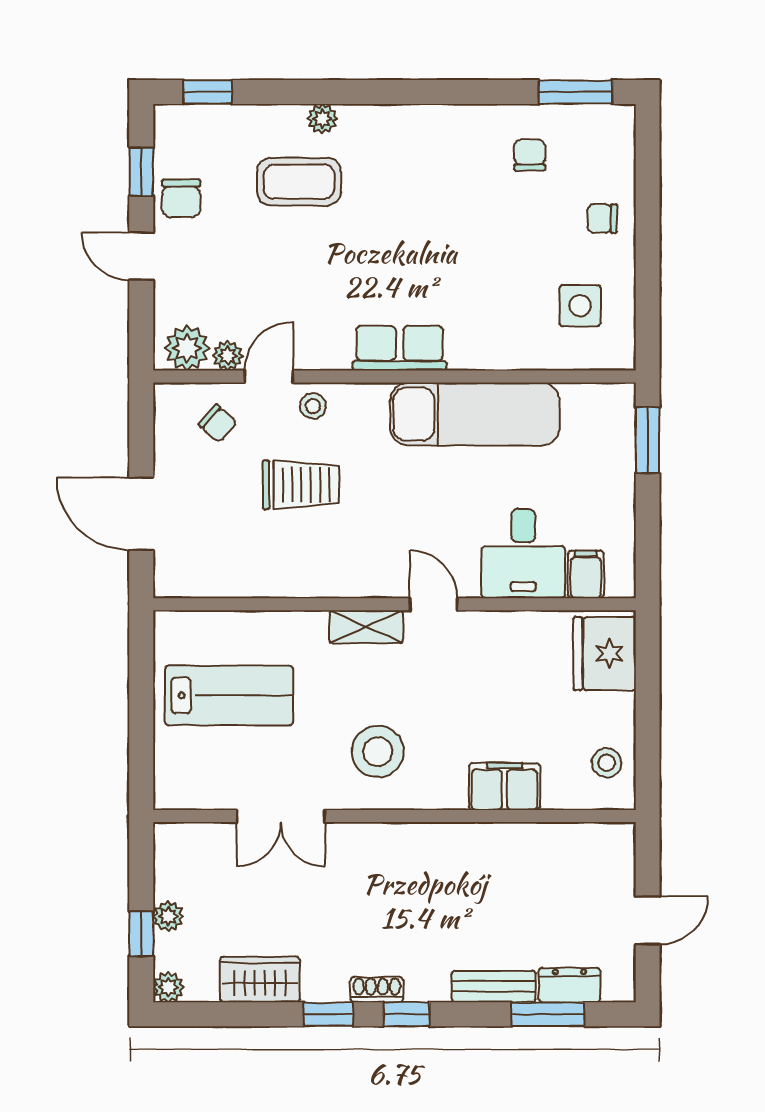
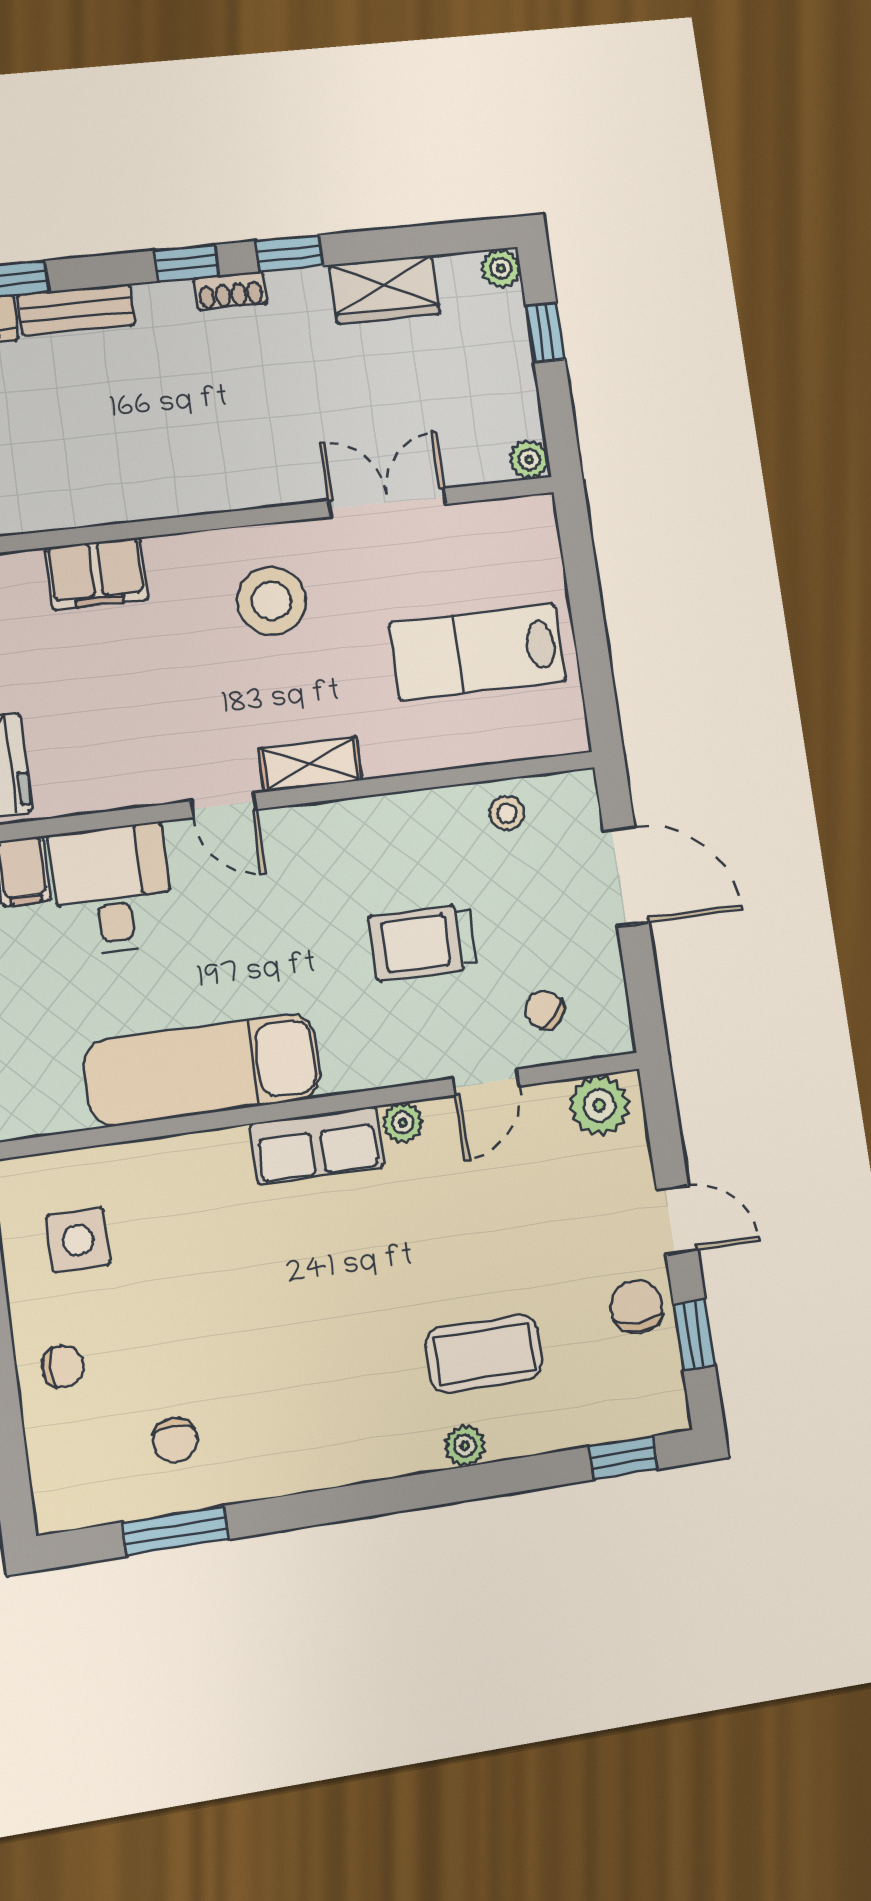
window: (576, 92) -> (175, 1531), moved
plant: (228, 356) -> (403, 1123), moved
stool: (313, 406) -> (507, 813), moved
plant: (168, 916) -> (529, 460), moved

